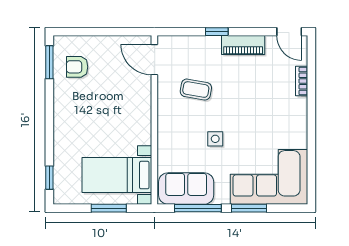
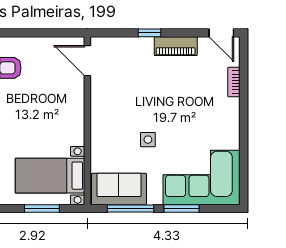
coffee table: (196, 90) -> (129, 90), removed

